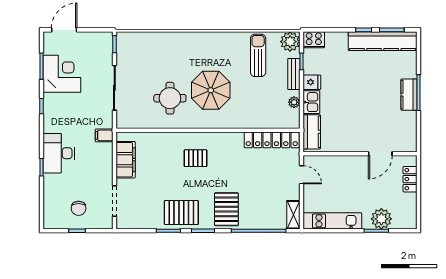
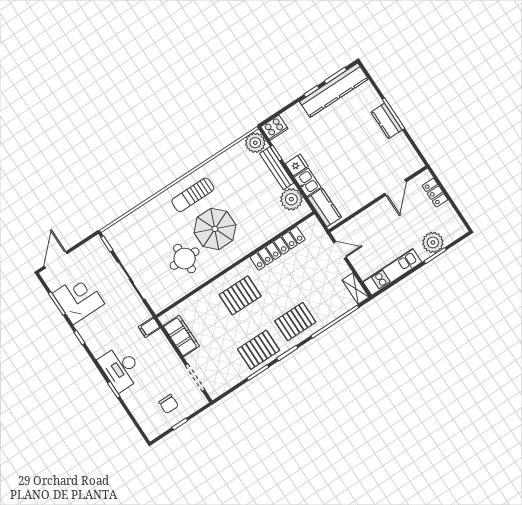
sun lounger: (258, 55) -> (193, 195), moved, turned -90
bench: (294, 74) -> (277, 168), width x1.36
plant: (294, 102) -> (291, 199), width x1.88, depth x1.88
locker: (272, 140) -> (278, 248), moved
pallet: (195, 158) -> (240, 295), width x1.50, depth x1.42
pallet: (226, 209) -> (295, 322), turned 90

